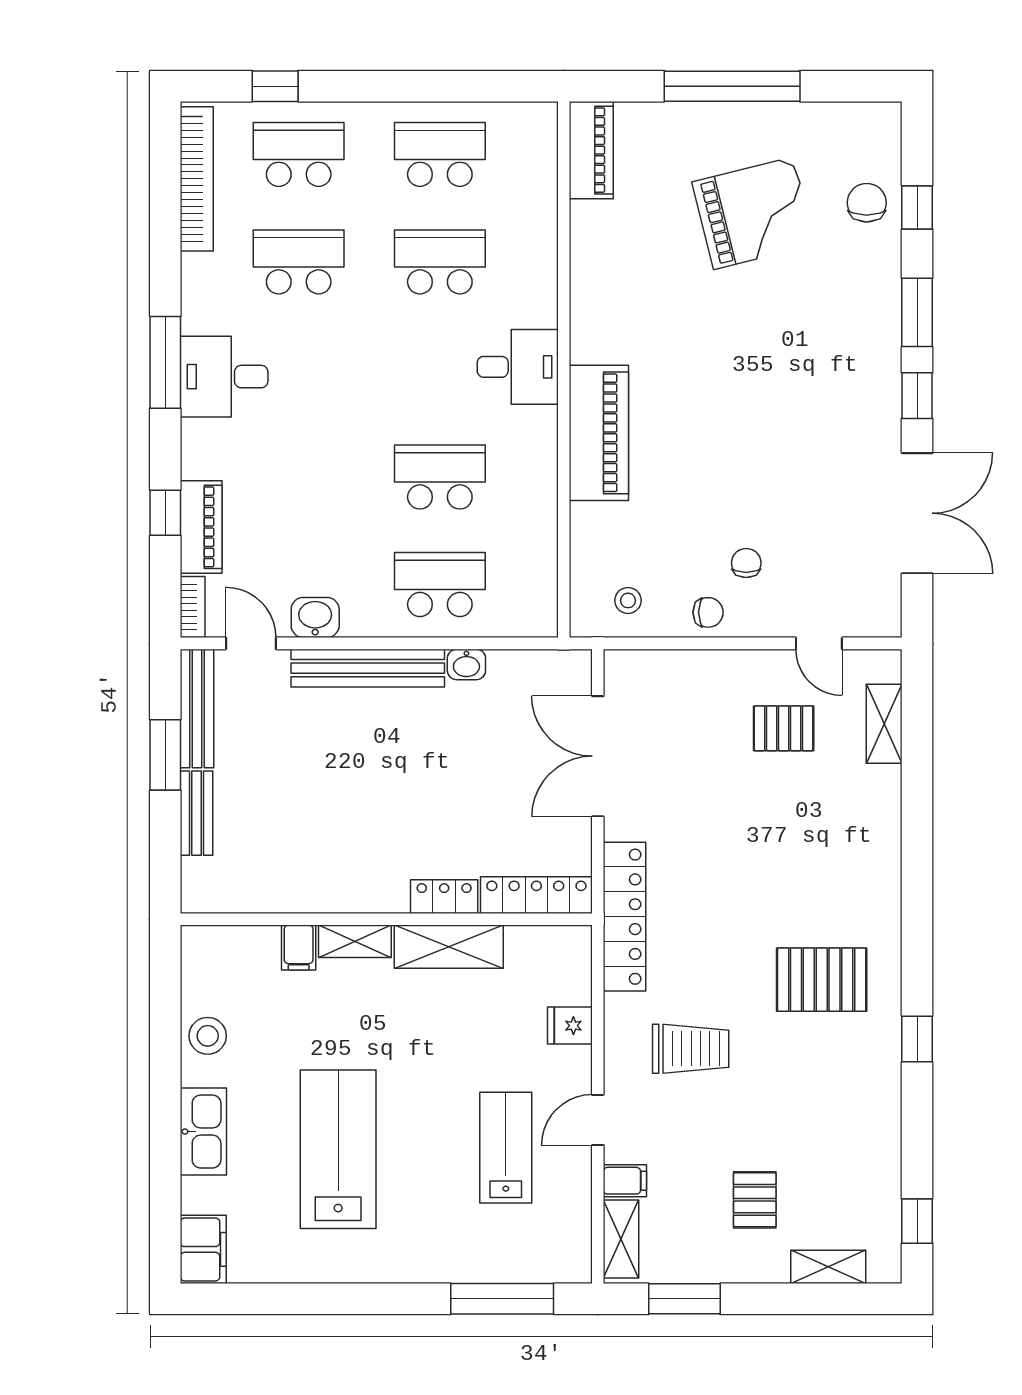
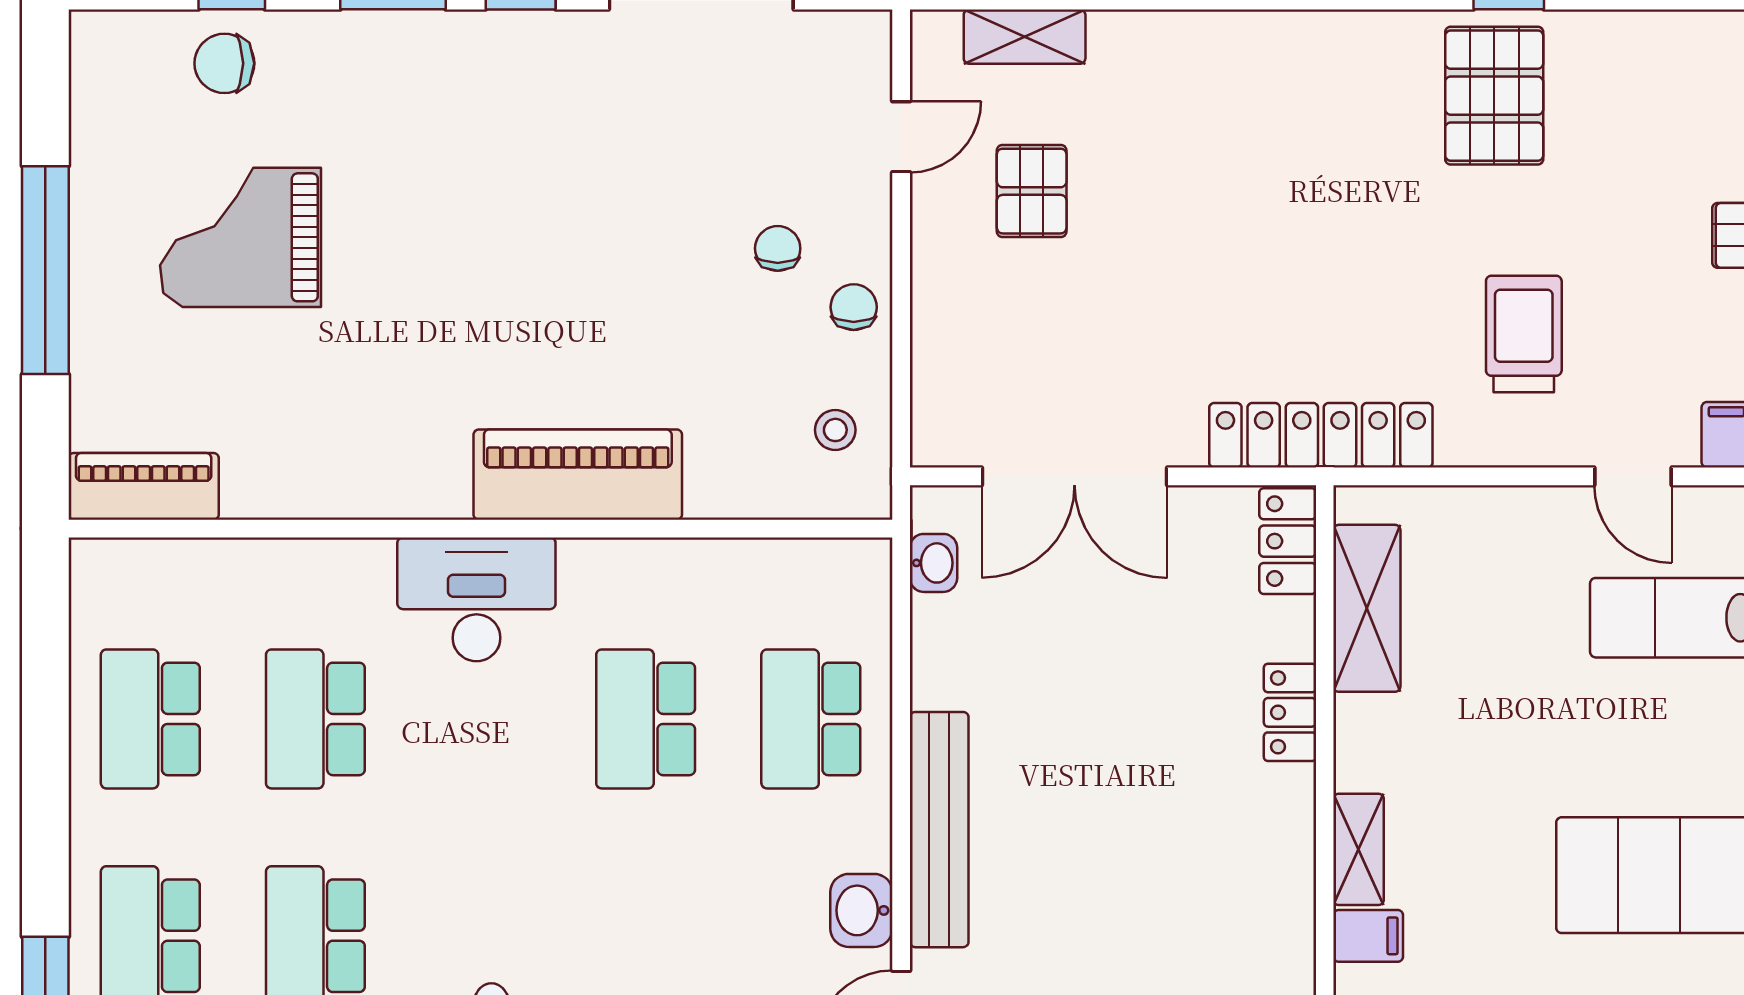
grand piano: (753, 213) -> (240, 237), turned -76
desk: (518, 367) -> (476, 599), width x1.37
chair: (746, 563) -> (778, 248), turned 90
washbasin: (466, 664) -> (933, 563), moved
locker: (536, 895) -> (1288, 541), width x0.66
shelving: (449, 947) -> (1367, 608), moved
pallet: (822, 980) -> (1494, 96), moved
fridge: (570, 1026) -> (1488, 519), removed

